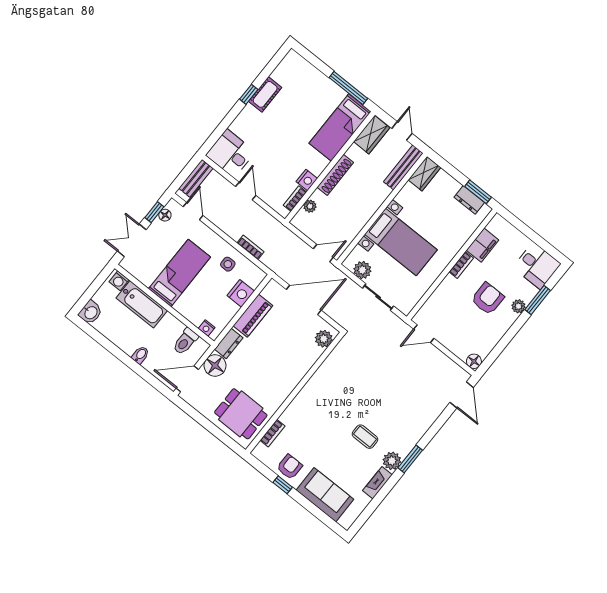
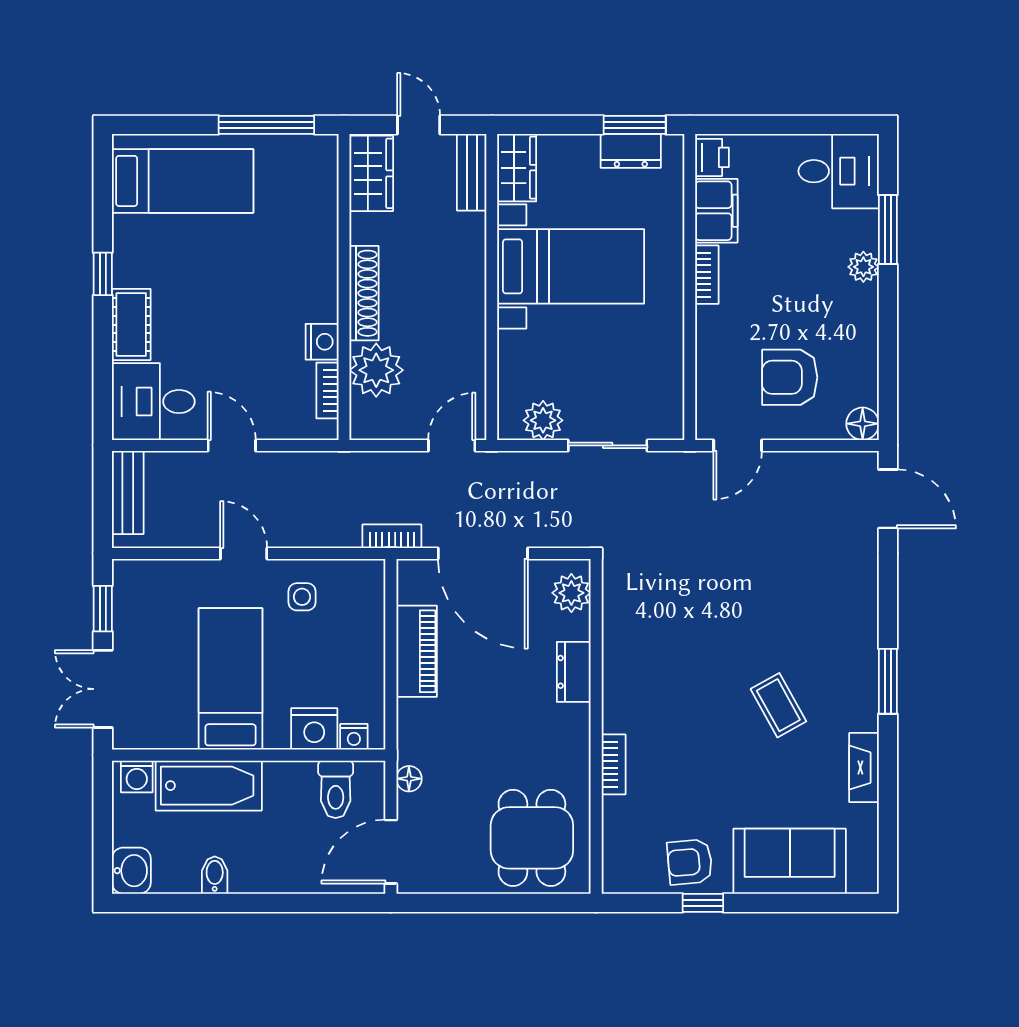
cot: (265, 94) -> (131, 325), moved
bed: (340, 127) -> (183, 181), moved, turned -90
bench: (403, 167) -> (472, 172), width x0.73
plant: (310, 206) -> (376, 370), width x1.88, depth x1.88
door: (193, 211) -> (244, 553), moved
floor lamp: (165, 215) -> (125, 599), removed
printer: (496, 225) -> (712, 157), added
bed with nightstands: (401, 242) -> (571, 266), moved
bookcase: (251, 247) -> (392, 536), moved
nightstand: (241, 293) -> (314, 729), moved, turned 90
armchair: (488, 299) -> (790, 377), moved, turned -90
door: (304, 300) -> (483, 553), swing flipped
dresser: (229, 343) -> (574, 672), moved, turned 180
bidet: (140, 355) -> (215, 875), moved
floor lamp: (215, 365) -> (409, 779), width x0.53, depth x0.53
dining table: (241, 414) -> (532, 838), turned 90
bookcase: (272, 433) -> (614, 764), moved
coffee table: (365, 437) -> (778, 705), turned 61
plant: (392, 461) -> (859, 710), removed
armchair: (290, 467) -> (690, 862), turned -95

